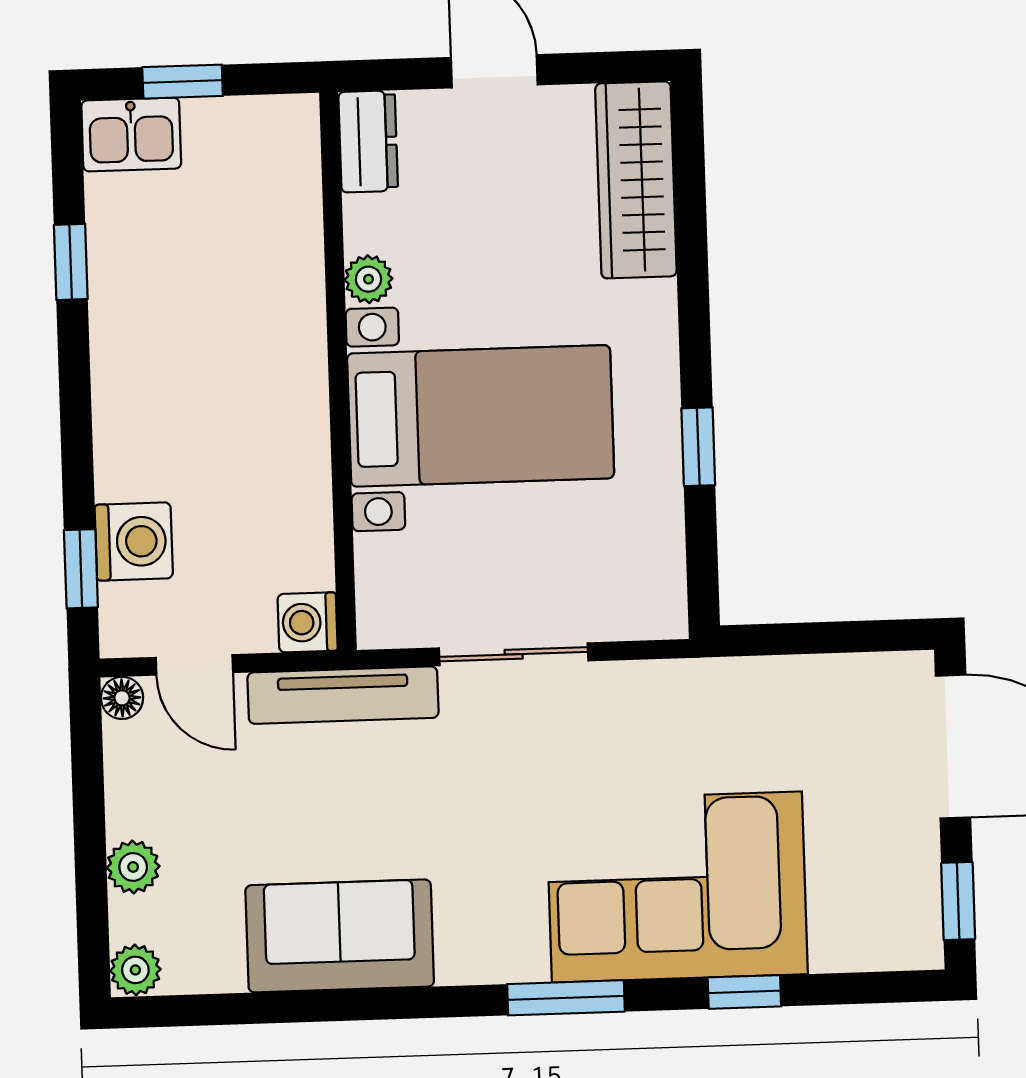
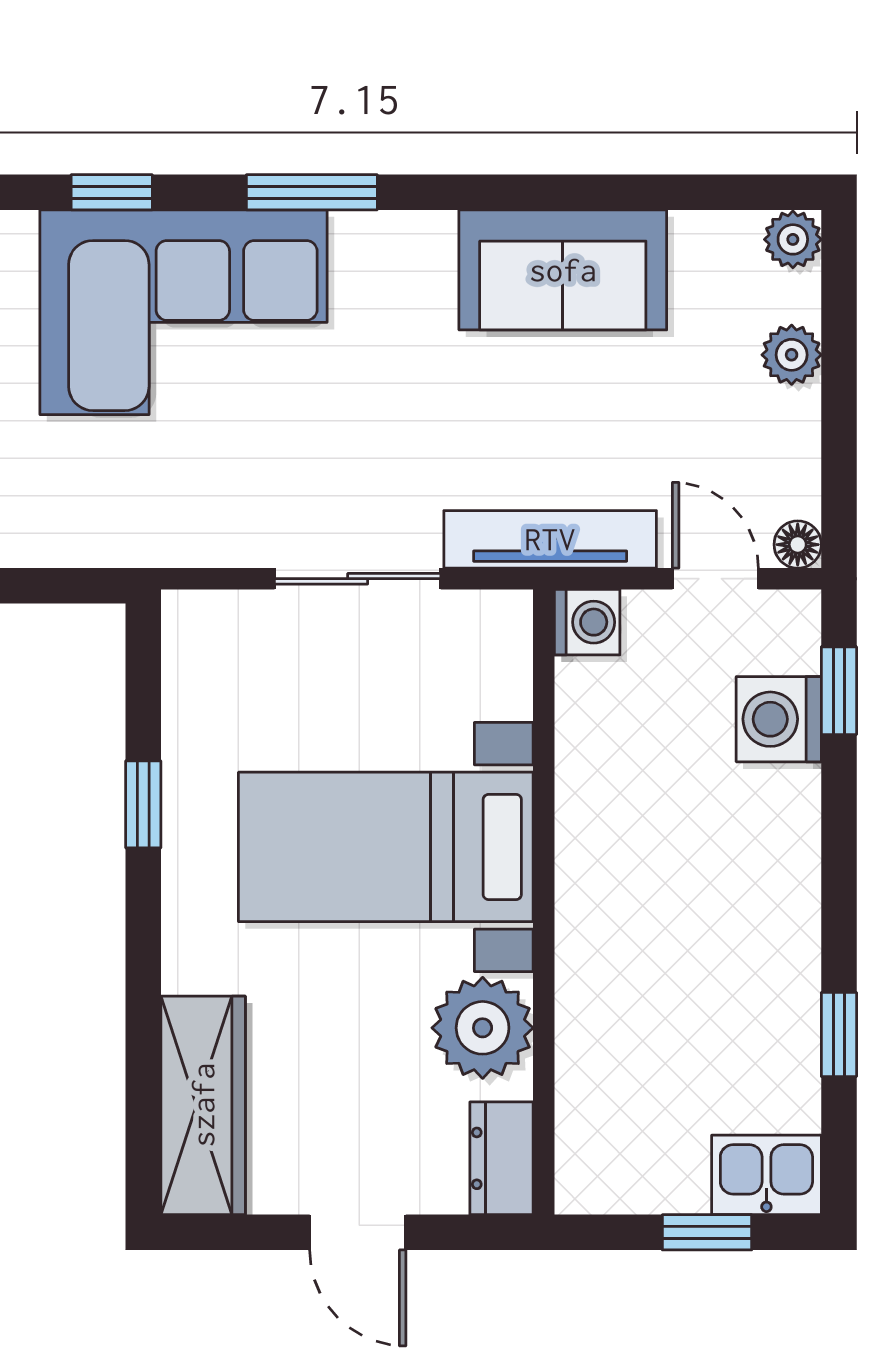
plant: (368, 279) -> (483, 1028), width x1.88, depth x1.88

